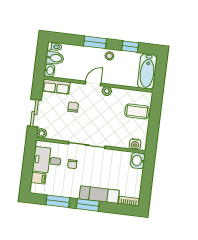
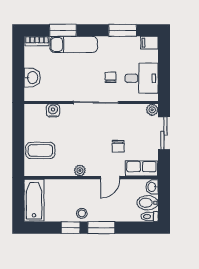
window: (130, 47) -> (70, 228), moved
door: (93, 84) -> (110, 178), moved
water cooler: (135, 144) -> (53, 111), moved
washbasin: (138, 161) -> (32, 78), moved
filing cabinet: (38, 178) -> (149, 43), moved
window: (88, 205) -> (63, 30), moved

